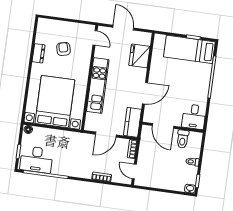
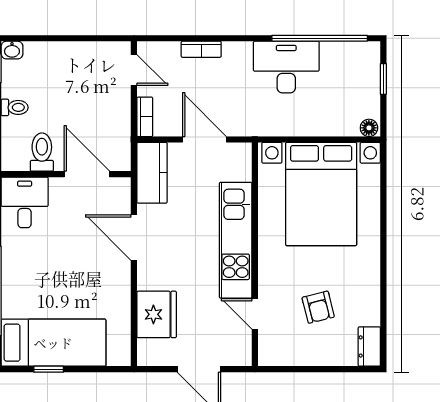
door: (95, 38) -> (255, 314), moved
dresser: (39, 53) -> (369, 346), moved
door: (145, 93) -> (134, 238), hinge flipped
door: (106, 135) -> (204, 140), hinge flipped
desk: (36, 159) -> (286, 67), moved

